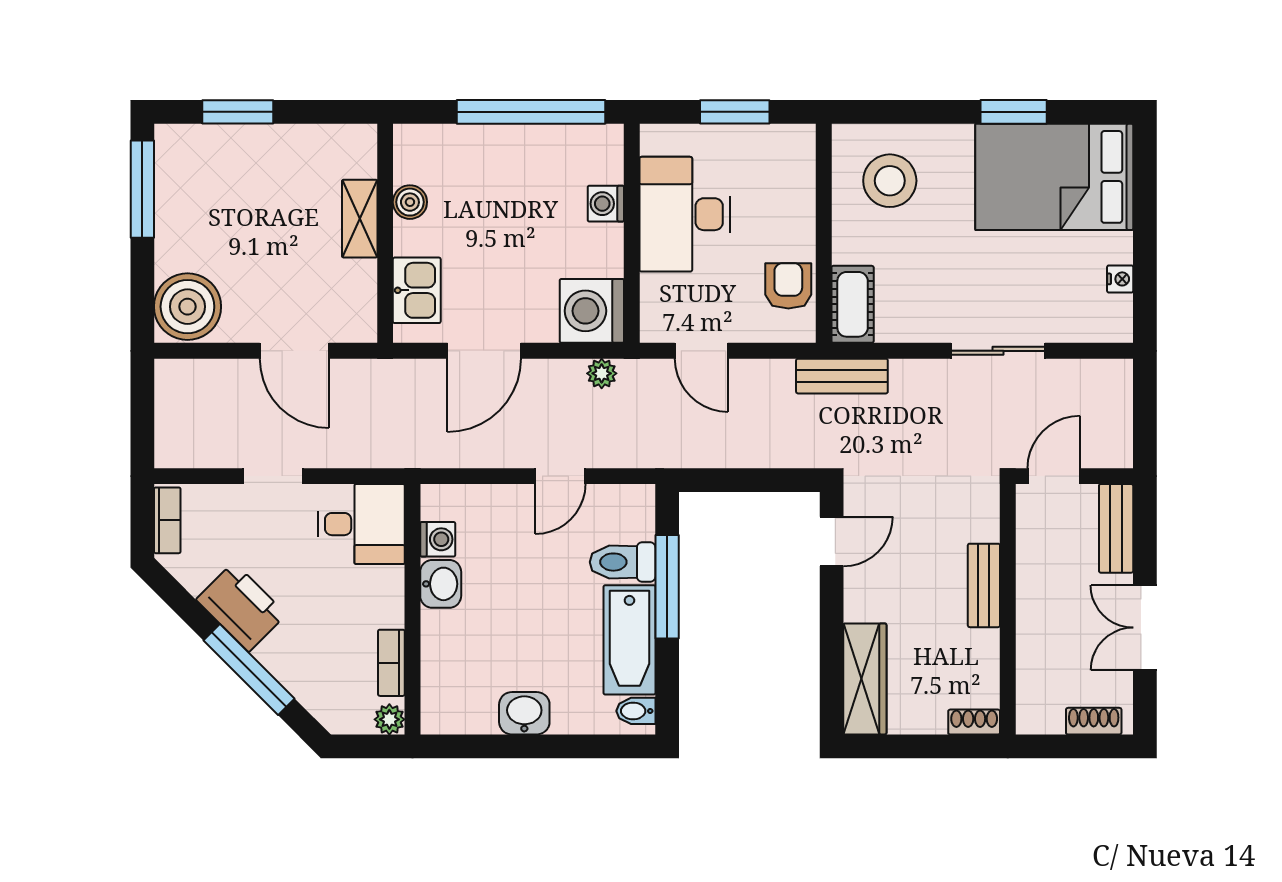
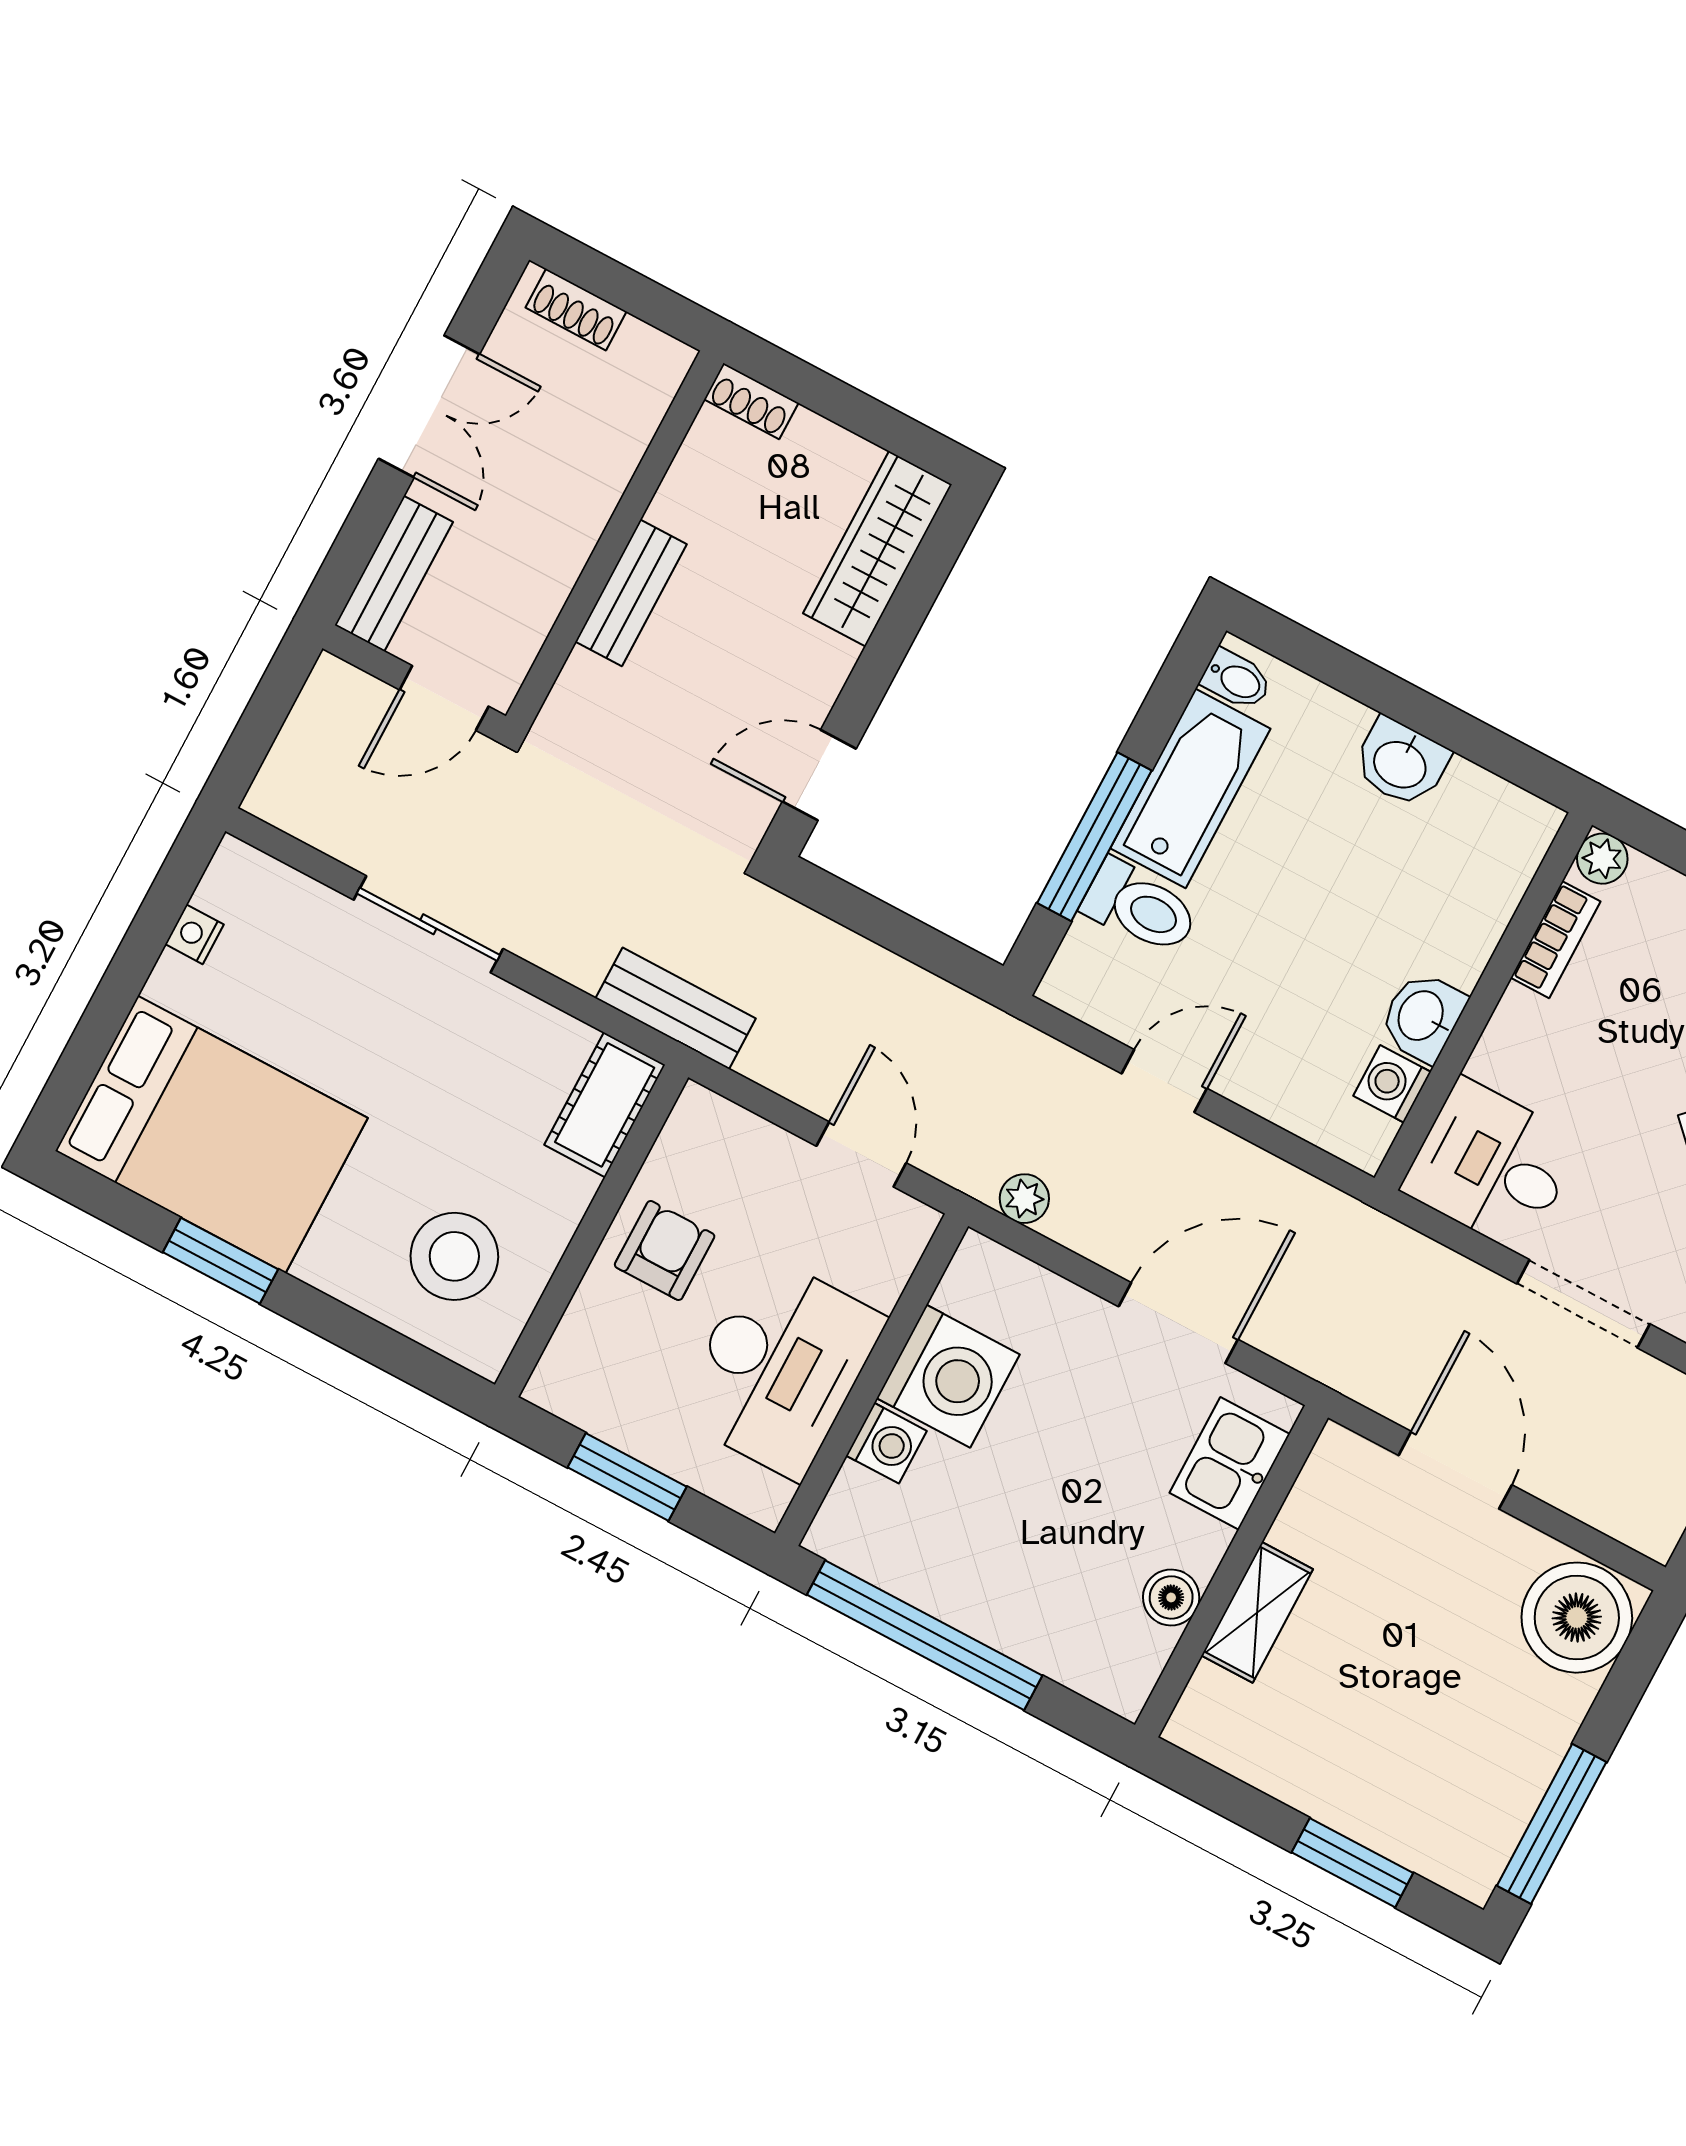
armchair: (788, 286) -> (665, 1251), moved, turned 180
washing machine: (592, 311) -> (948, 1376), moved
doorway: (273, 476) -> (1583, 1304), width x1.38

